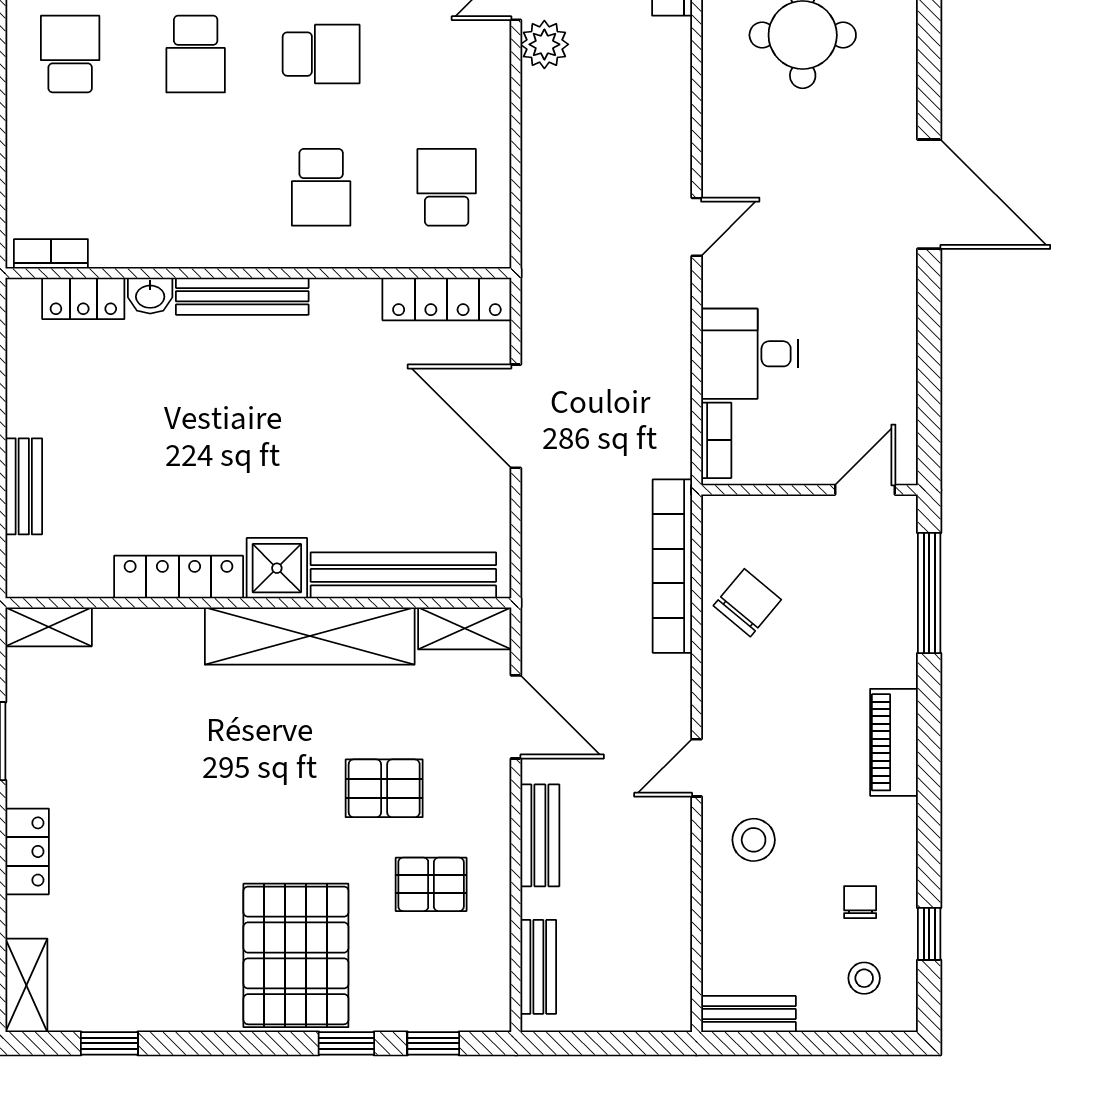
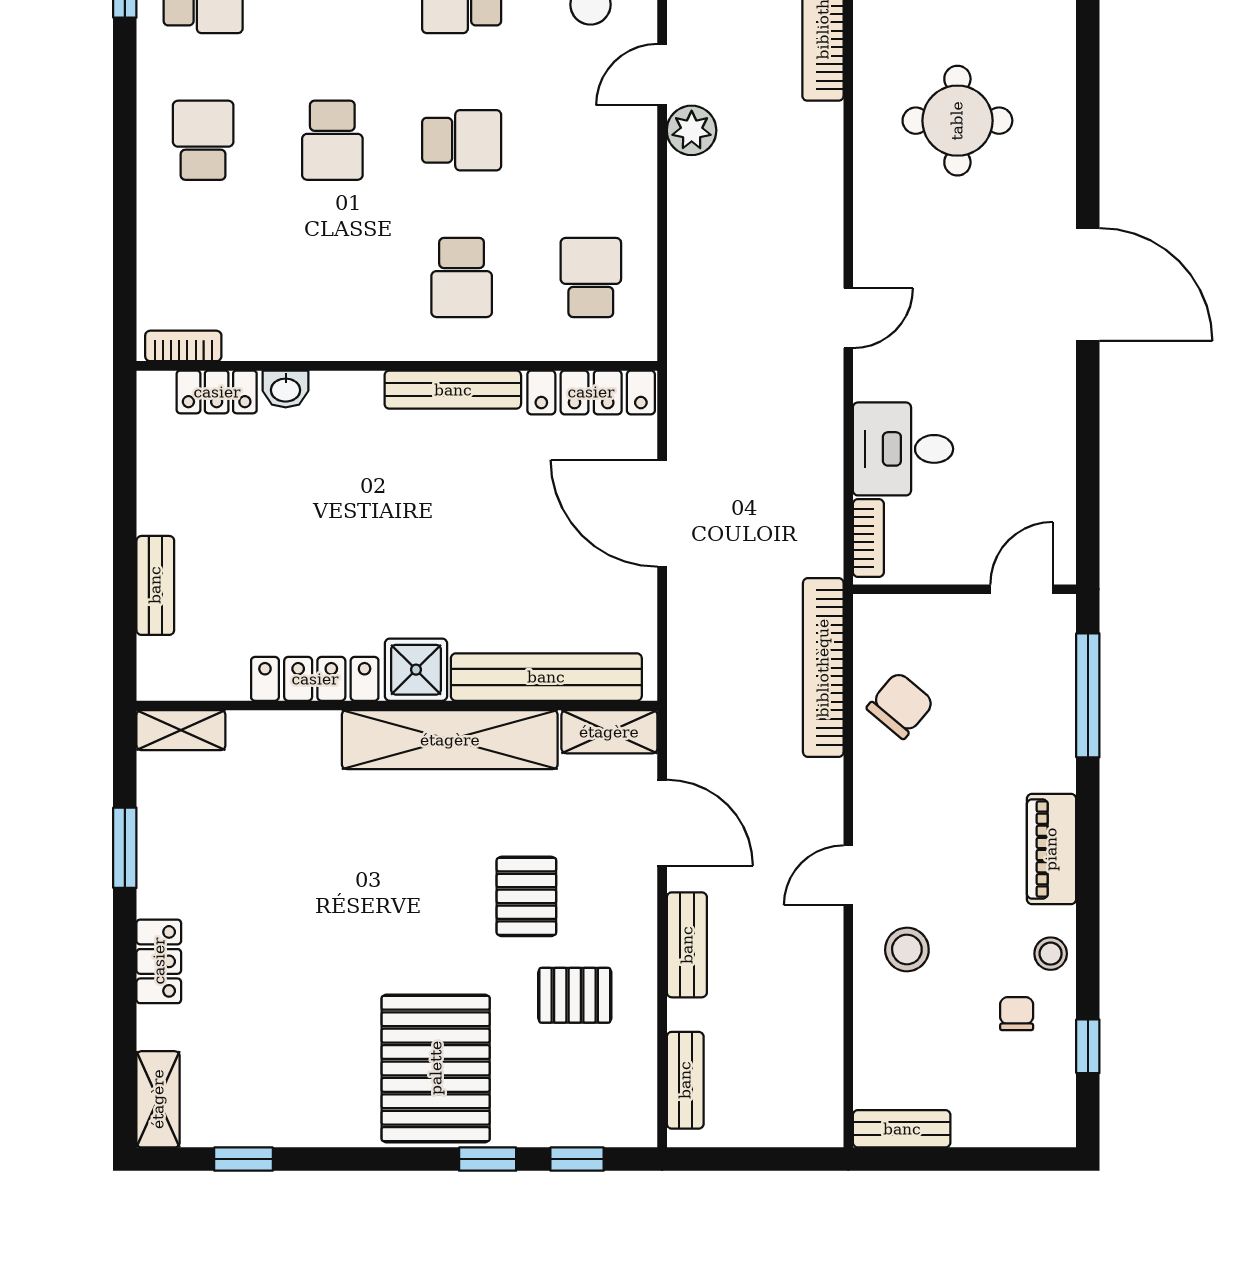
bench: (242, 296) -> (453, 390), moved
pallet: (384, 788) -> (526, 896), turned 90
stool: (864, 978) -> (1051, 954), moved

